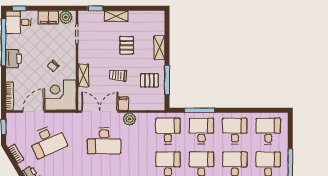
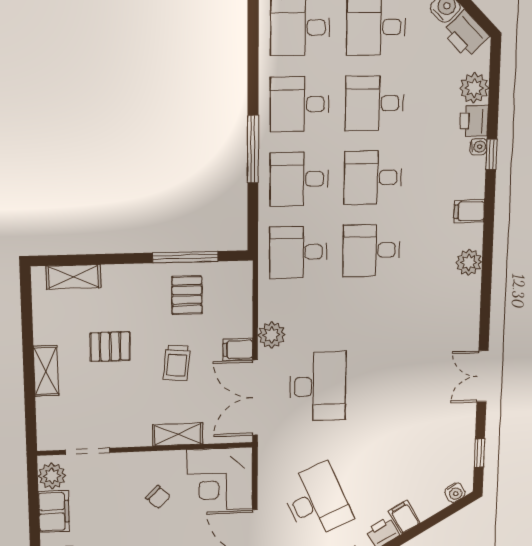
window: (95, 8) -> (30, 415), removed
shelving: (159, 48) -> (73, 277), moved
window: (200, 110) -> (253, 149), moved

